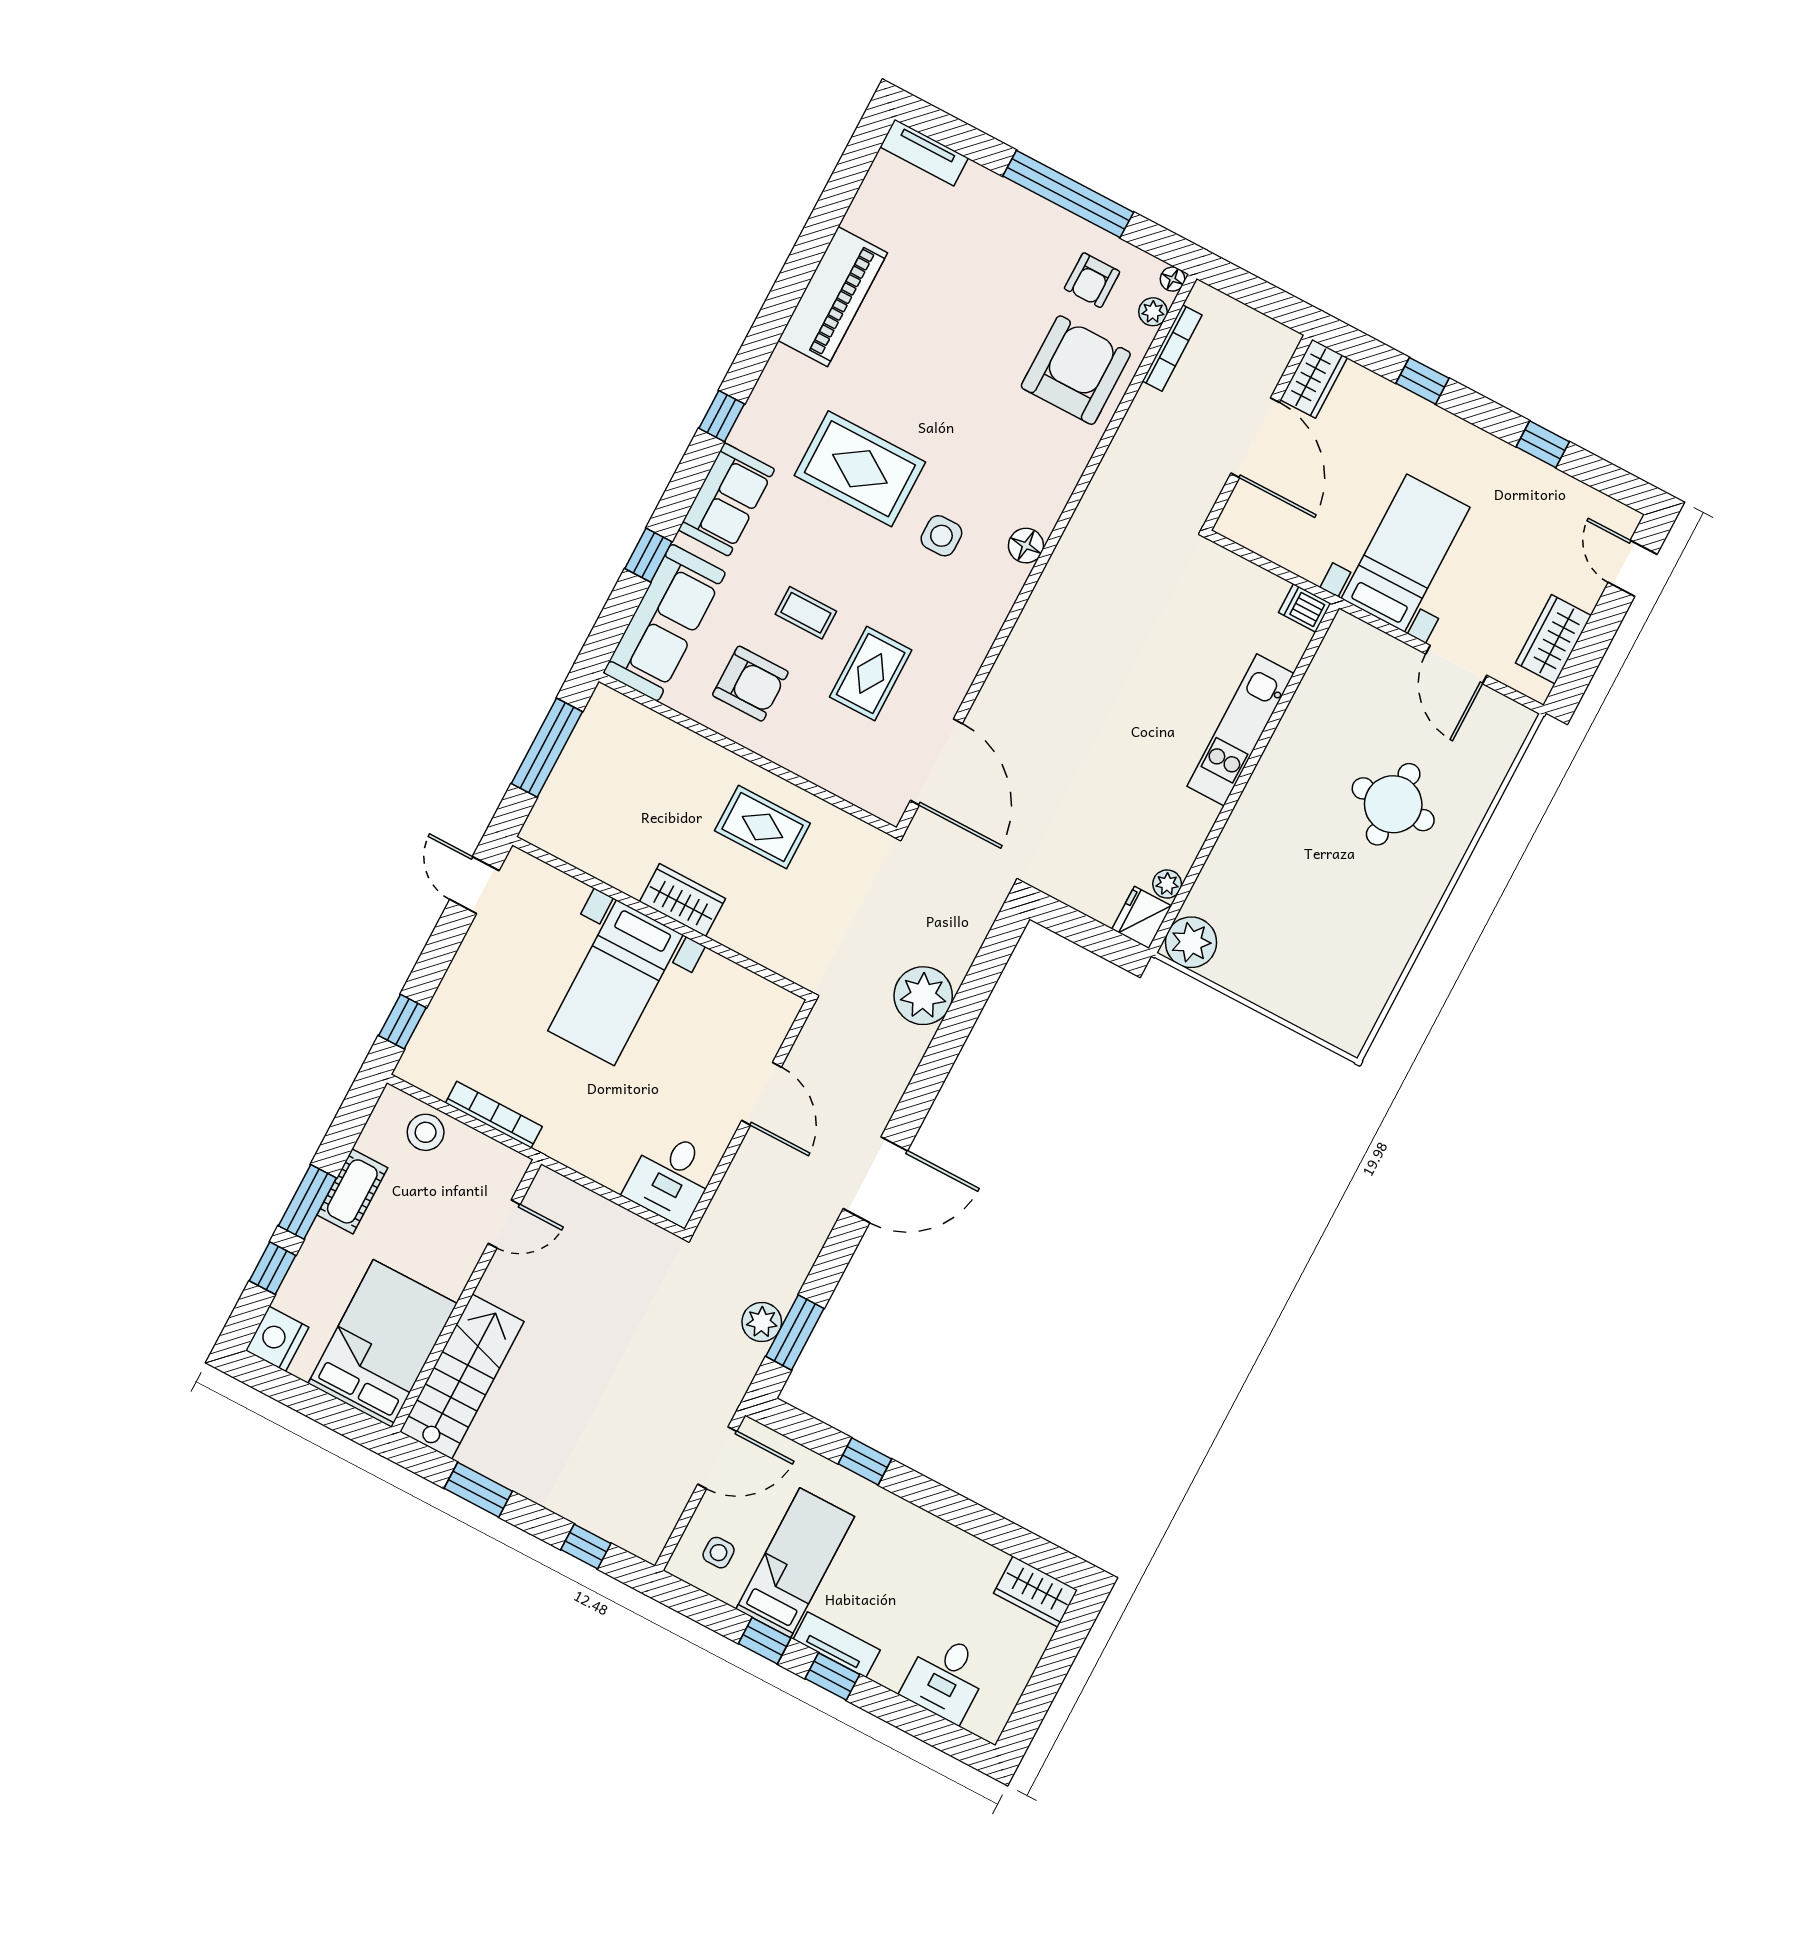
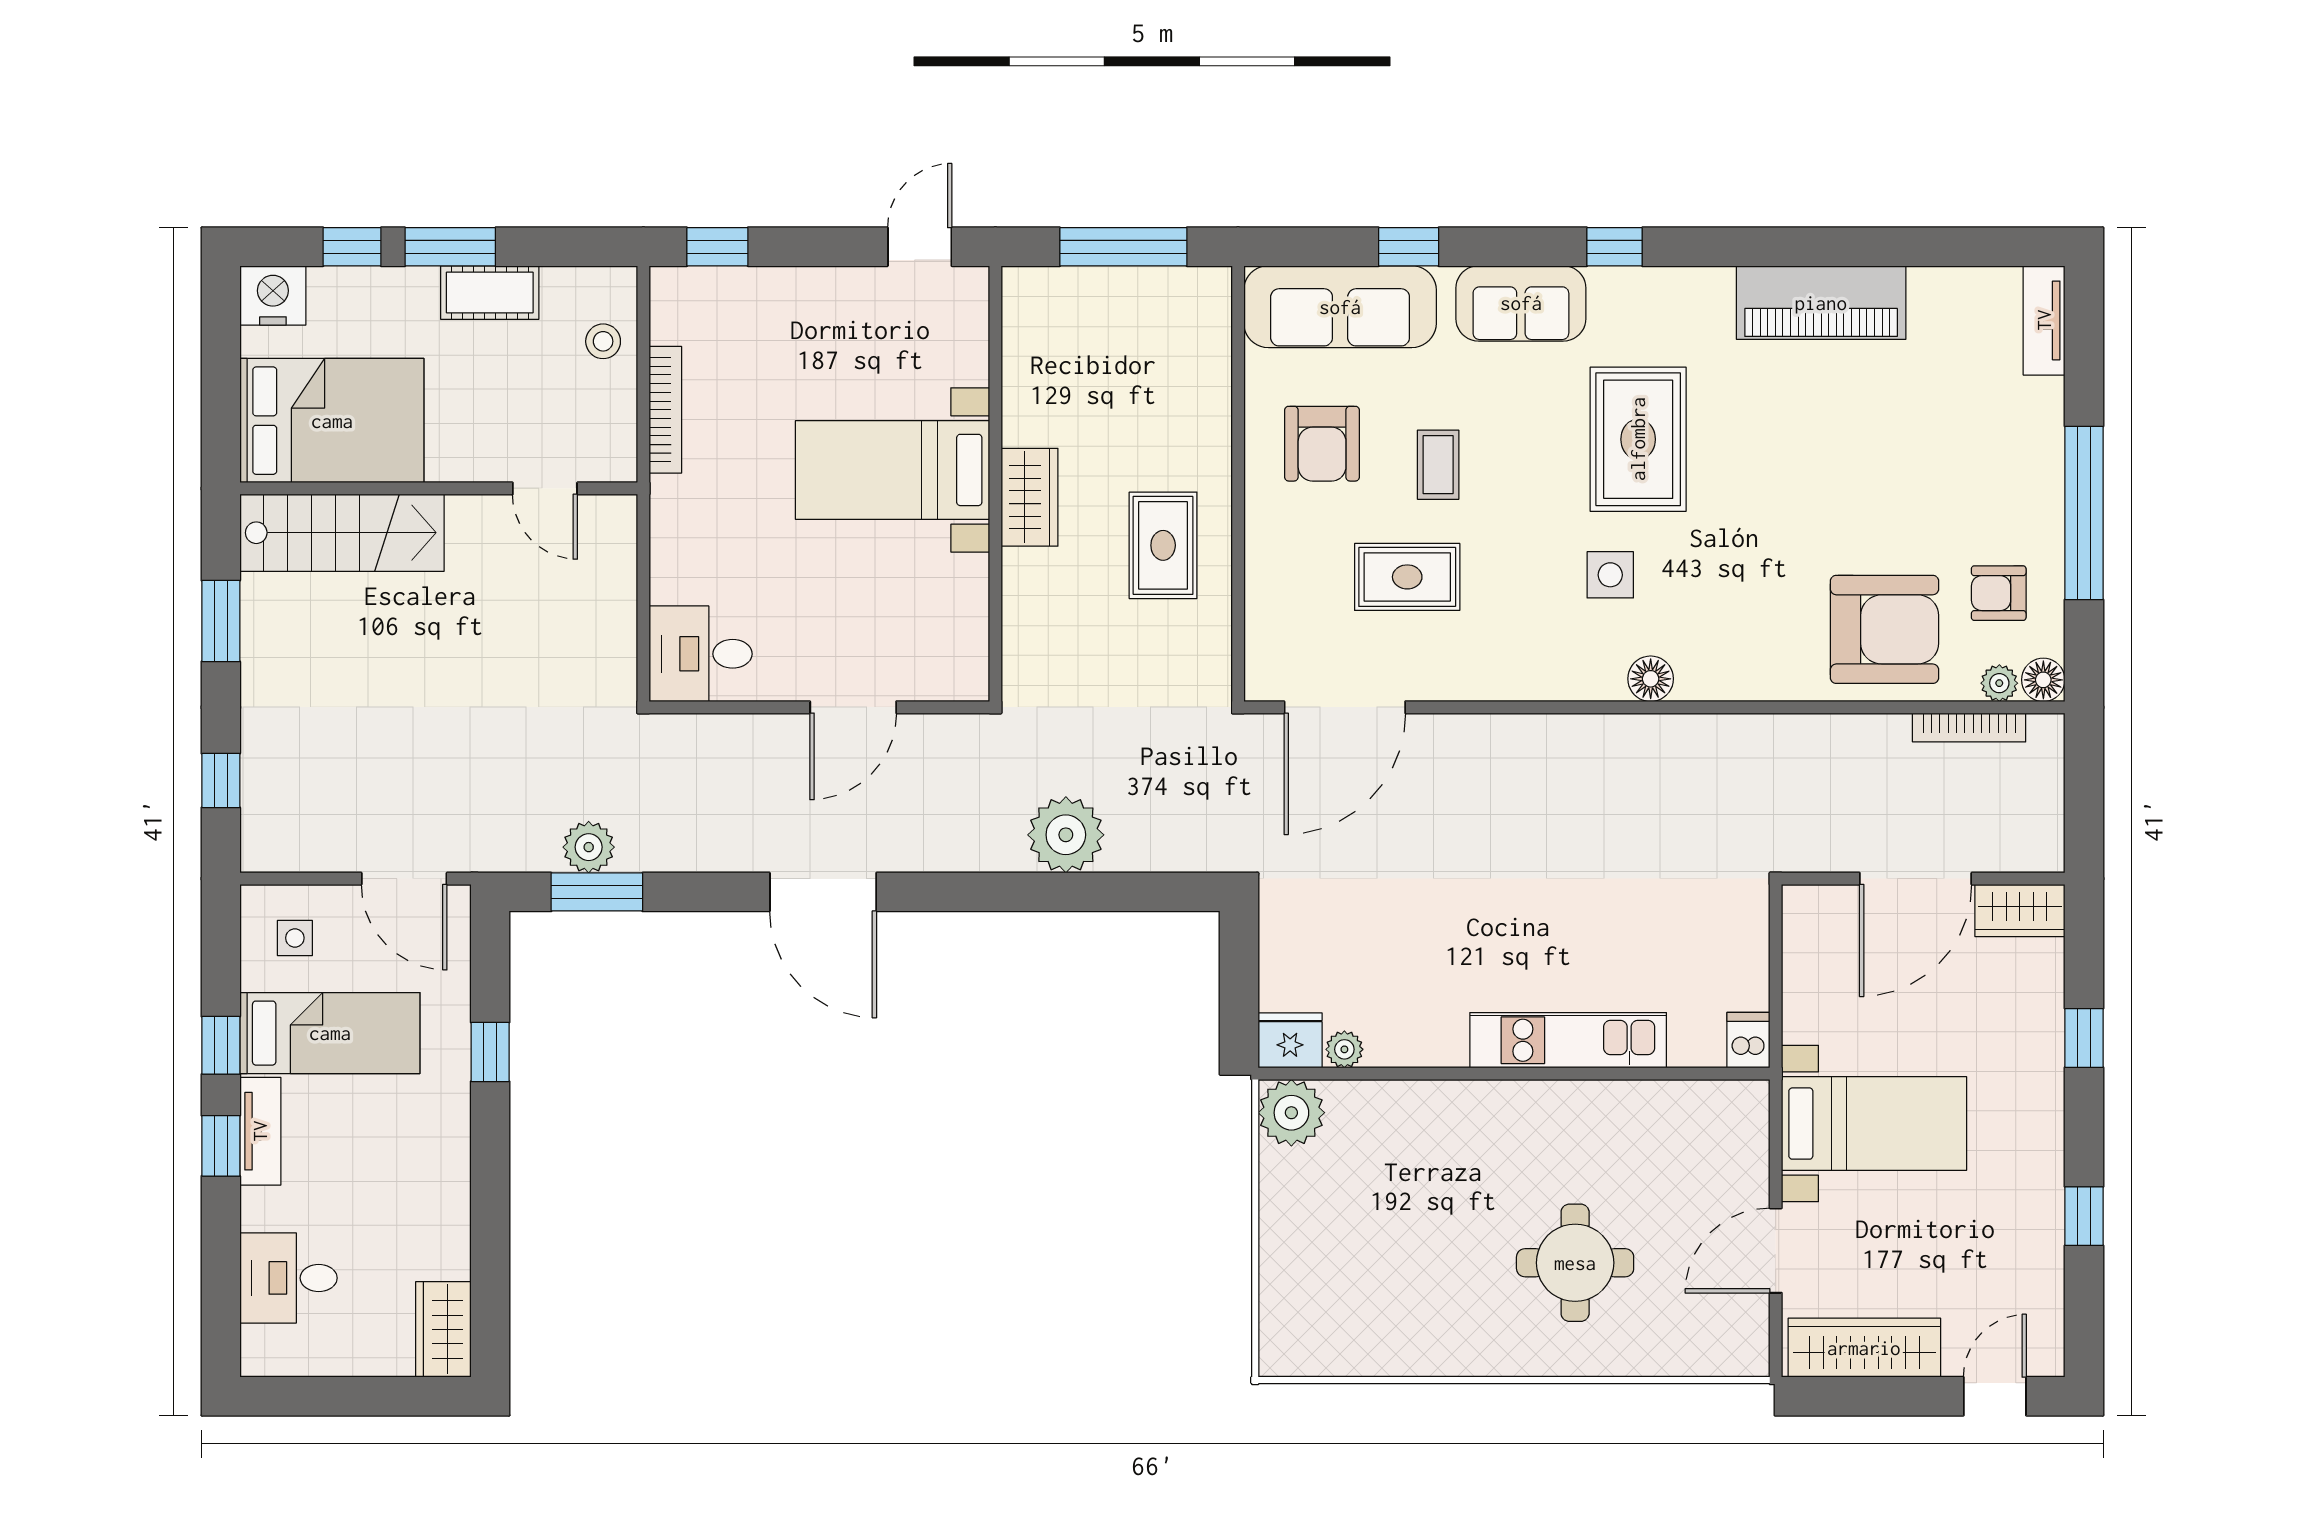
floor lamp: (1172, 279) -> (2043, 680), width x1.37, depth x1.37
wardrobe: (1553, 639) -> (1864, 1348), width x1.50
stool: (426, 1132) -> (603, 341), width x0.73, depth x0.73

